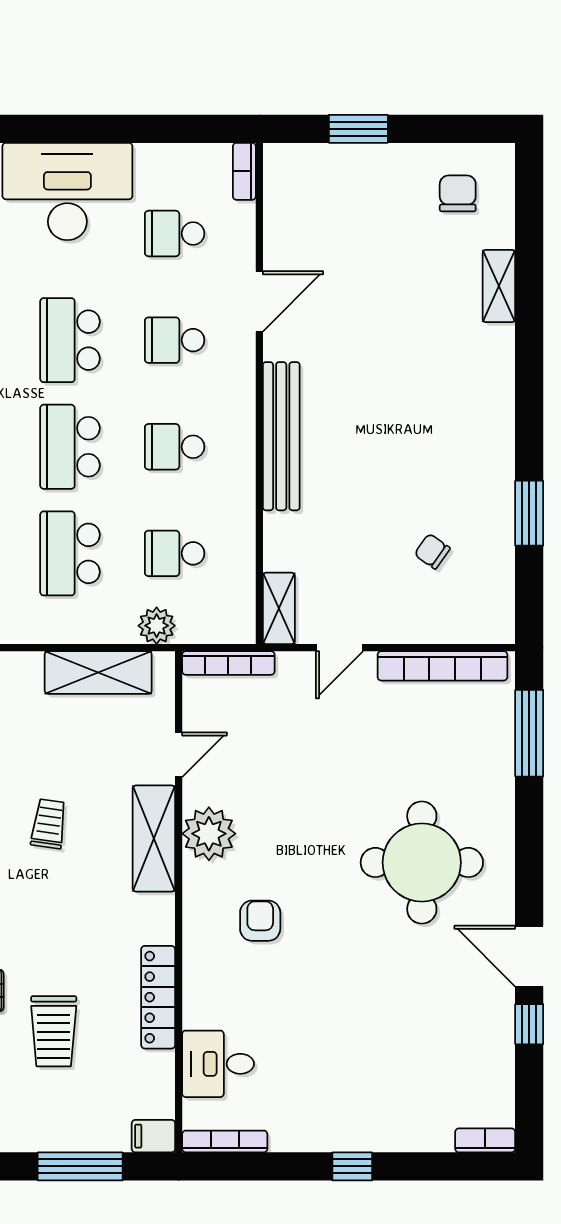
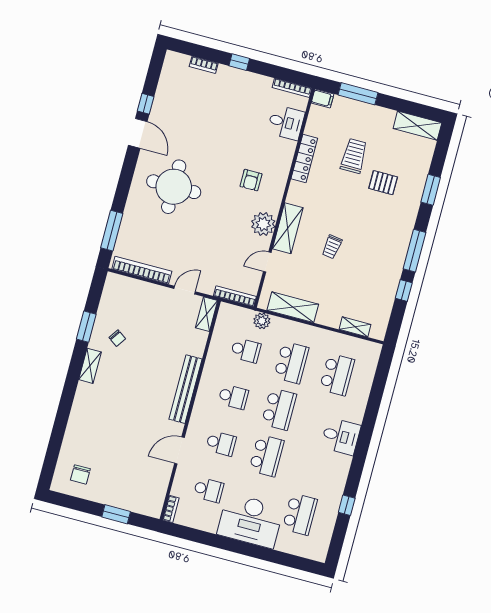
shelving: (499, 286) -> (90, 366), moved
chair: (432, 551) -> (117, 338), moved
bookcase: (485, 1140) -> (204, 65), moved

